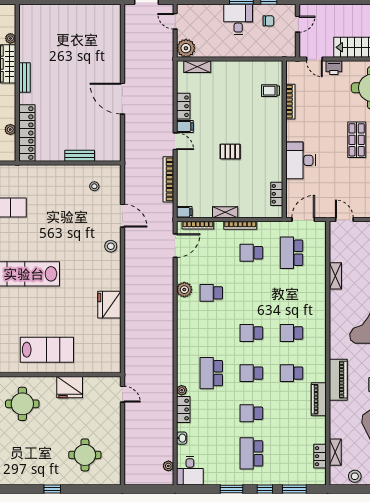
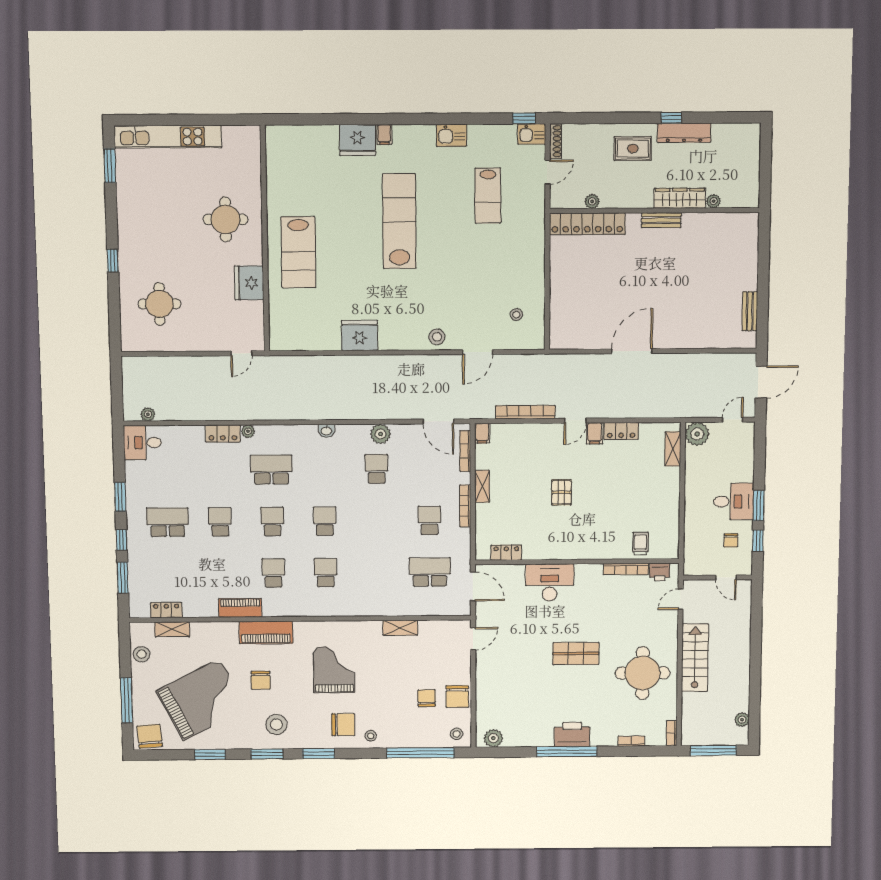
printer: (334, 68) -> (660, 572), moved, turned -90
bench: (80, 156) -> (750, 311), moved
washbasin: (182, 438) -> (326, 431), moved

